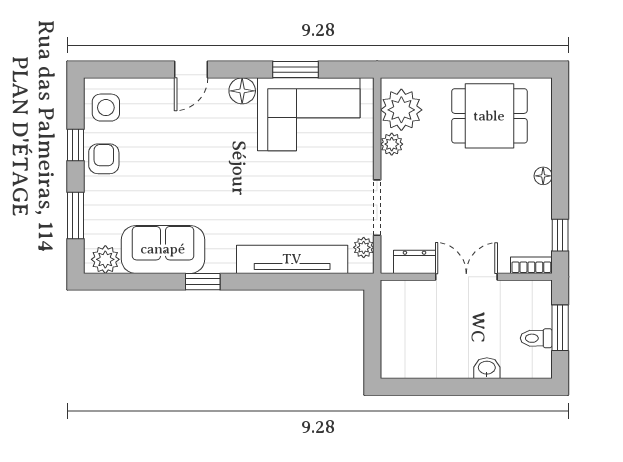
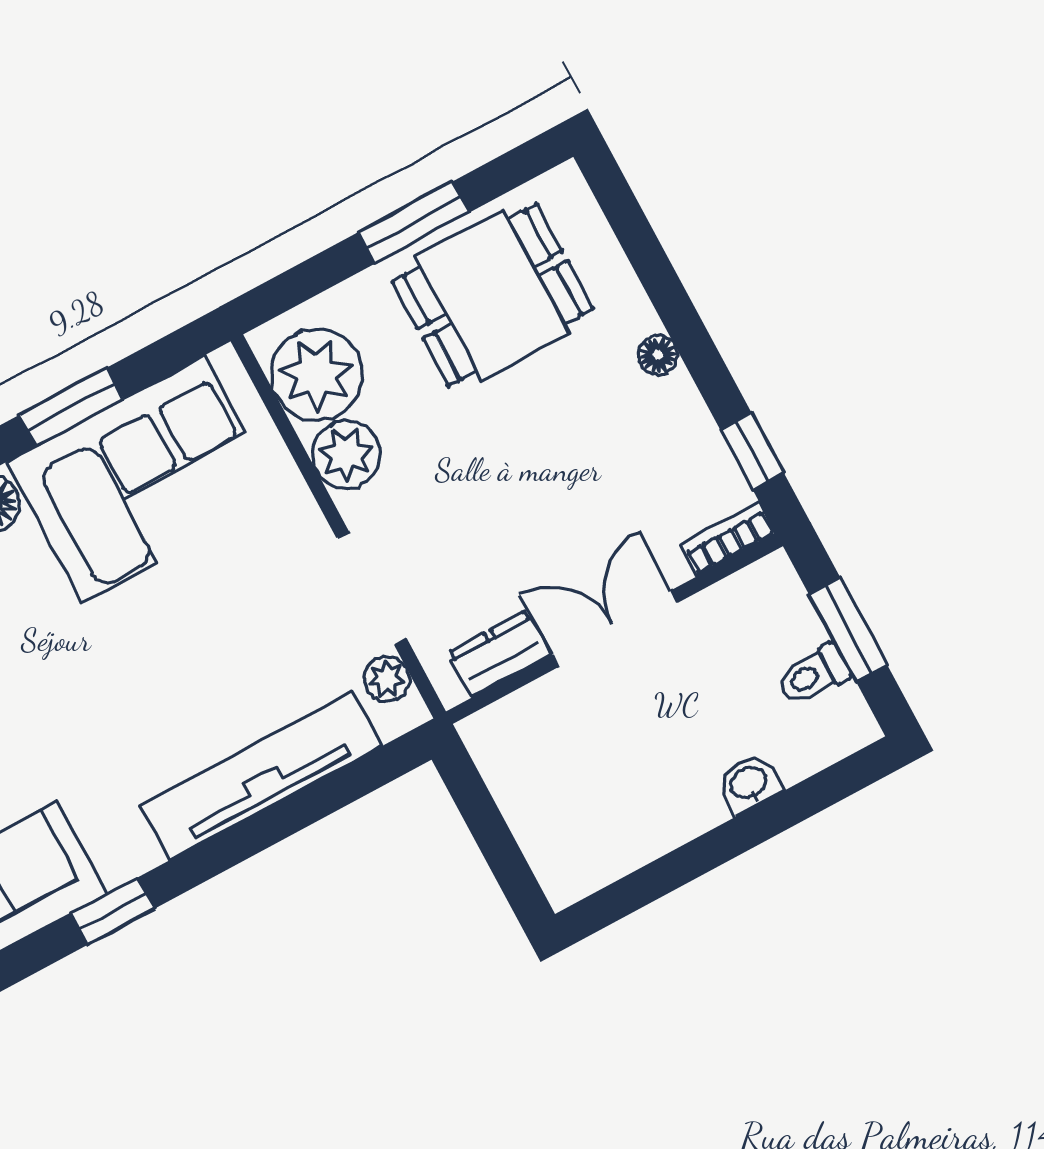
window: (473, 70) -> (414, 223), added
plant: (392, 144) -> (346, 455), width x1.38, depth x1.38

